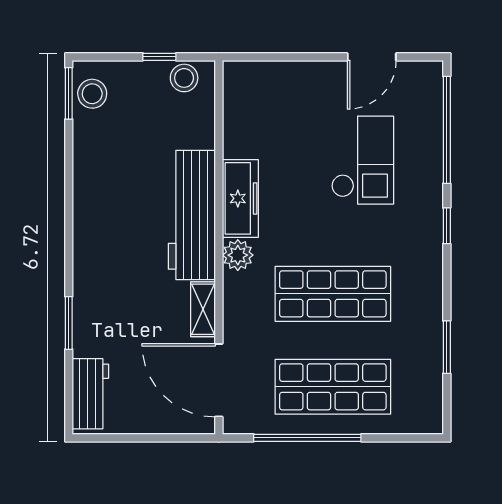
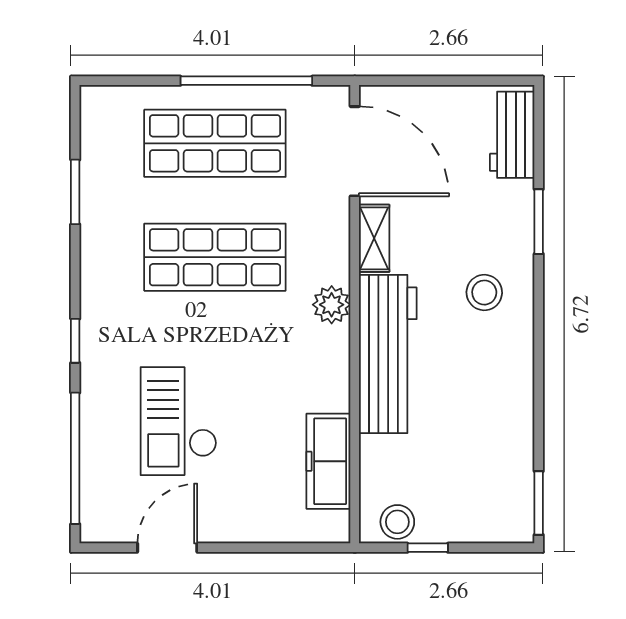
stool: (92, 94) -> (484, 293), moved
freezer: (240, 198) -> (328, 461), moved

